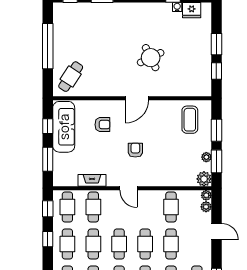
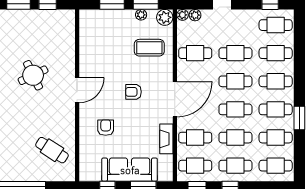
cafe table: (71, 77) -> (52, 150), moved
door: (137, 98) -> (77, 90), hinge flipped
coffee table: (190, 120) -> (149, 48), moved
sofa: (64, 127) -> (130, 170), moved
door: (128, 188) -> (175, 99), width x1.87

